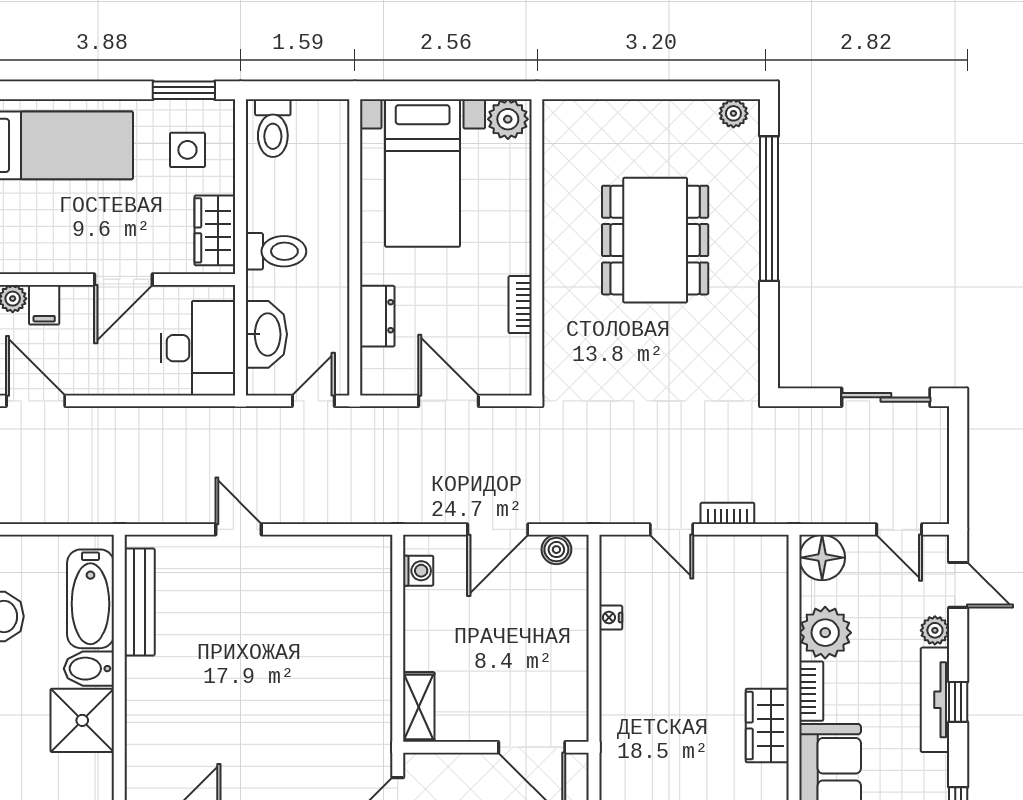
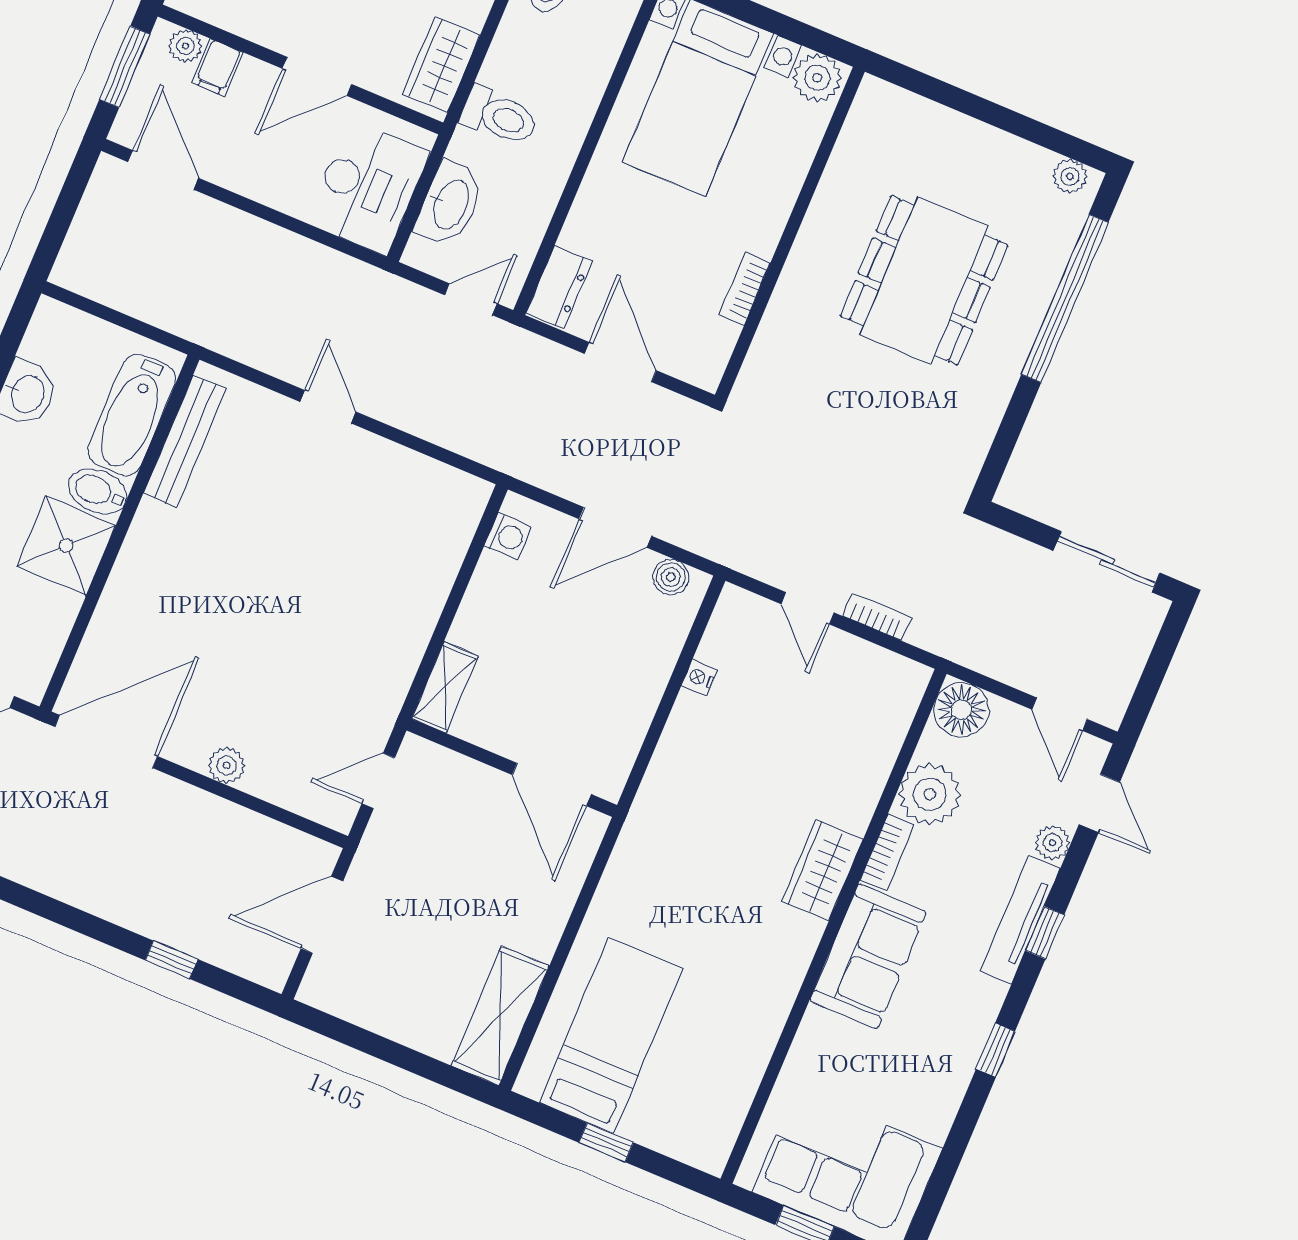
dresser: (377, 316) -> (559, 287), moved

